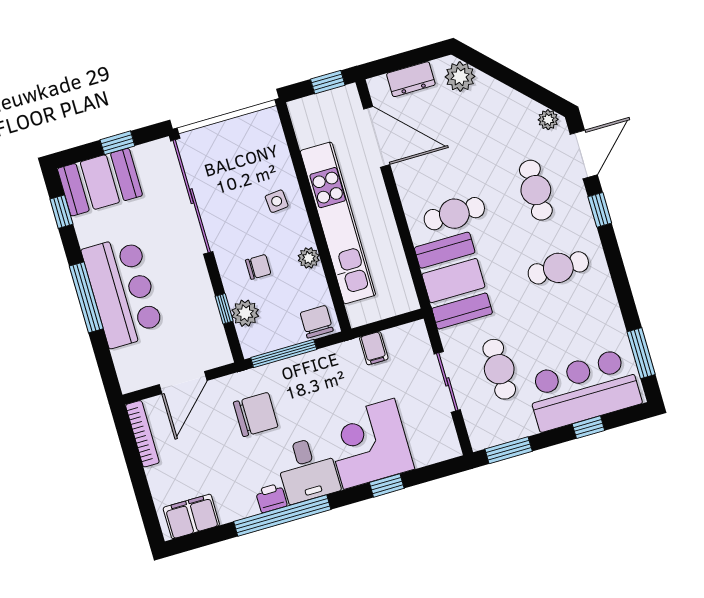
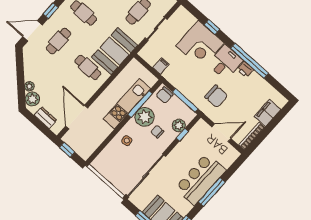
plant: (548, 120) -> (29, 86), moved
kitchen unit: (338, 223) -> (127, 104), width x0.73
plant: (309, 258) -> (145, 117), width x1.88, depth x1.88
window: (328, 267) -> (140, 104), added
chair: (256, 415) -> (216, 96), turned 180
filing cabinet: (191, 516) -> (267, 113), moved, turned 90

